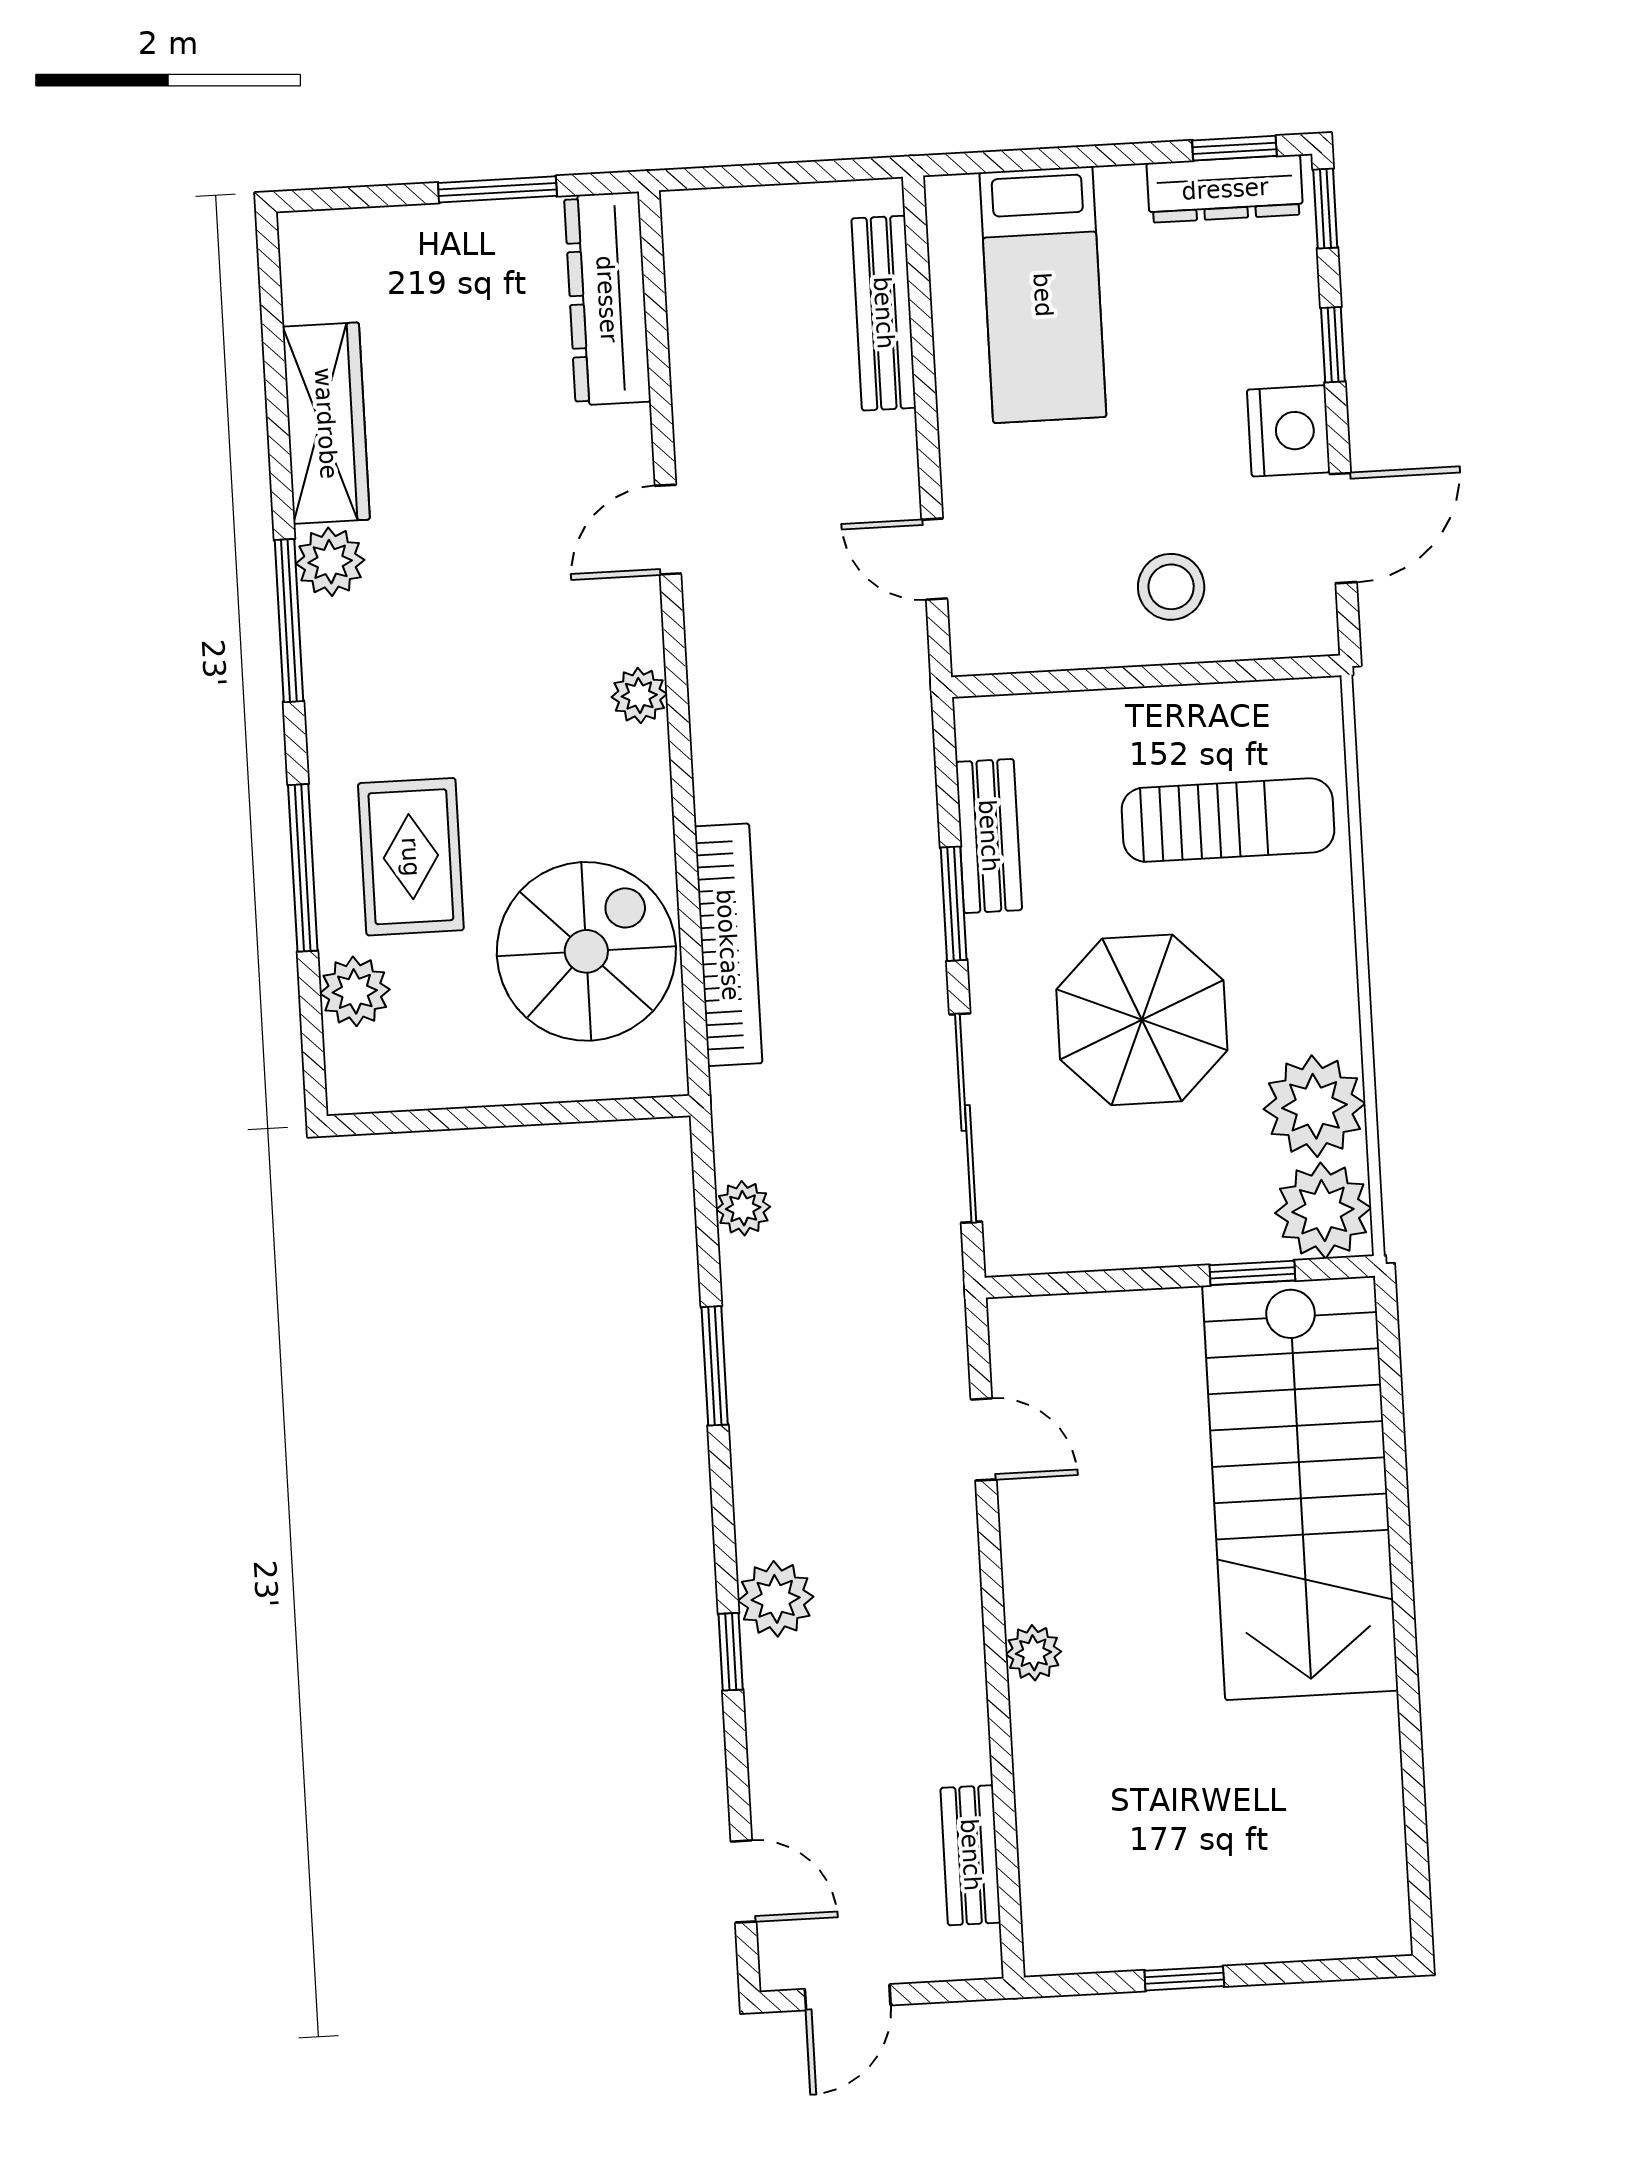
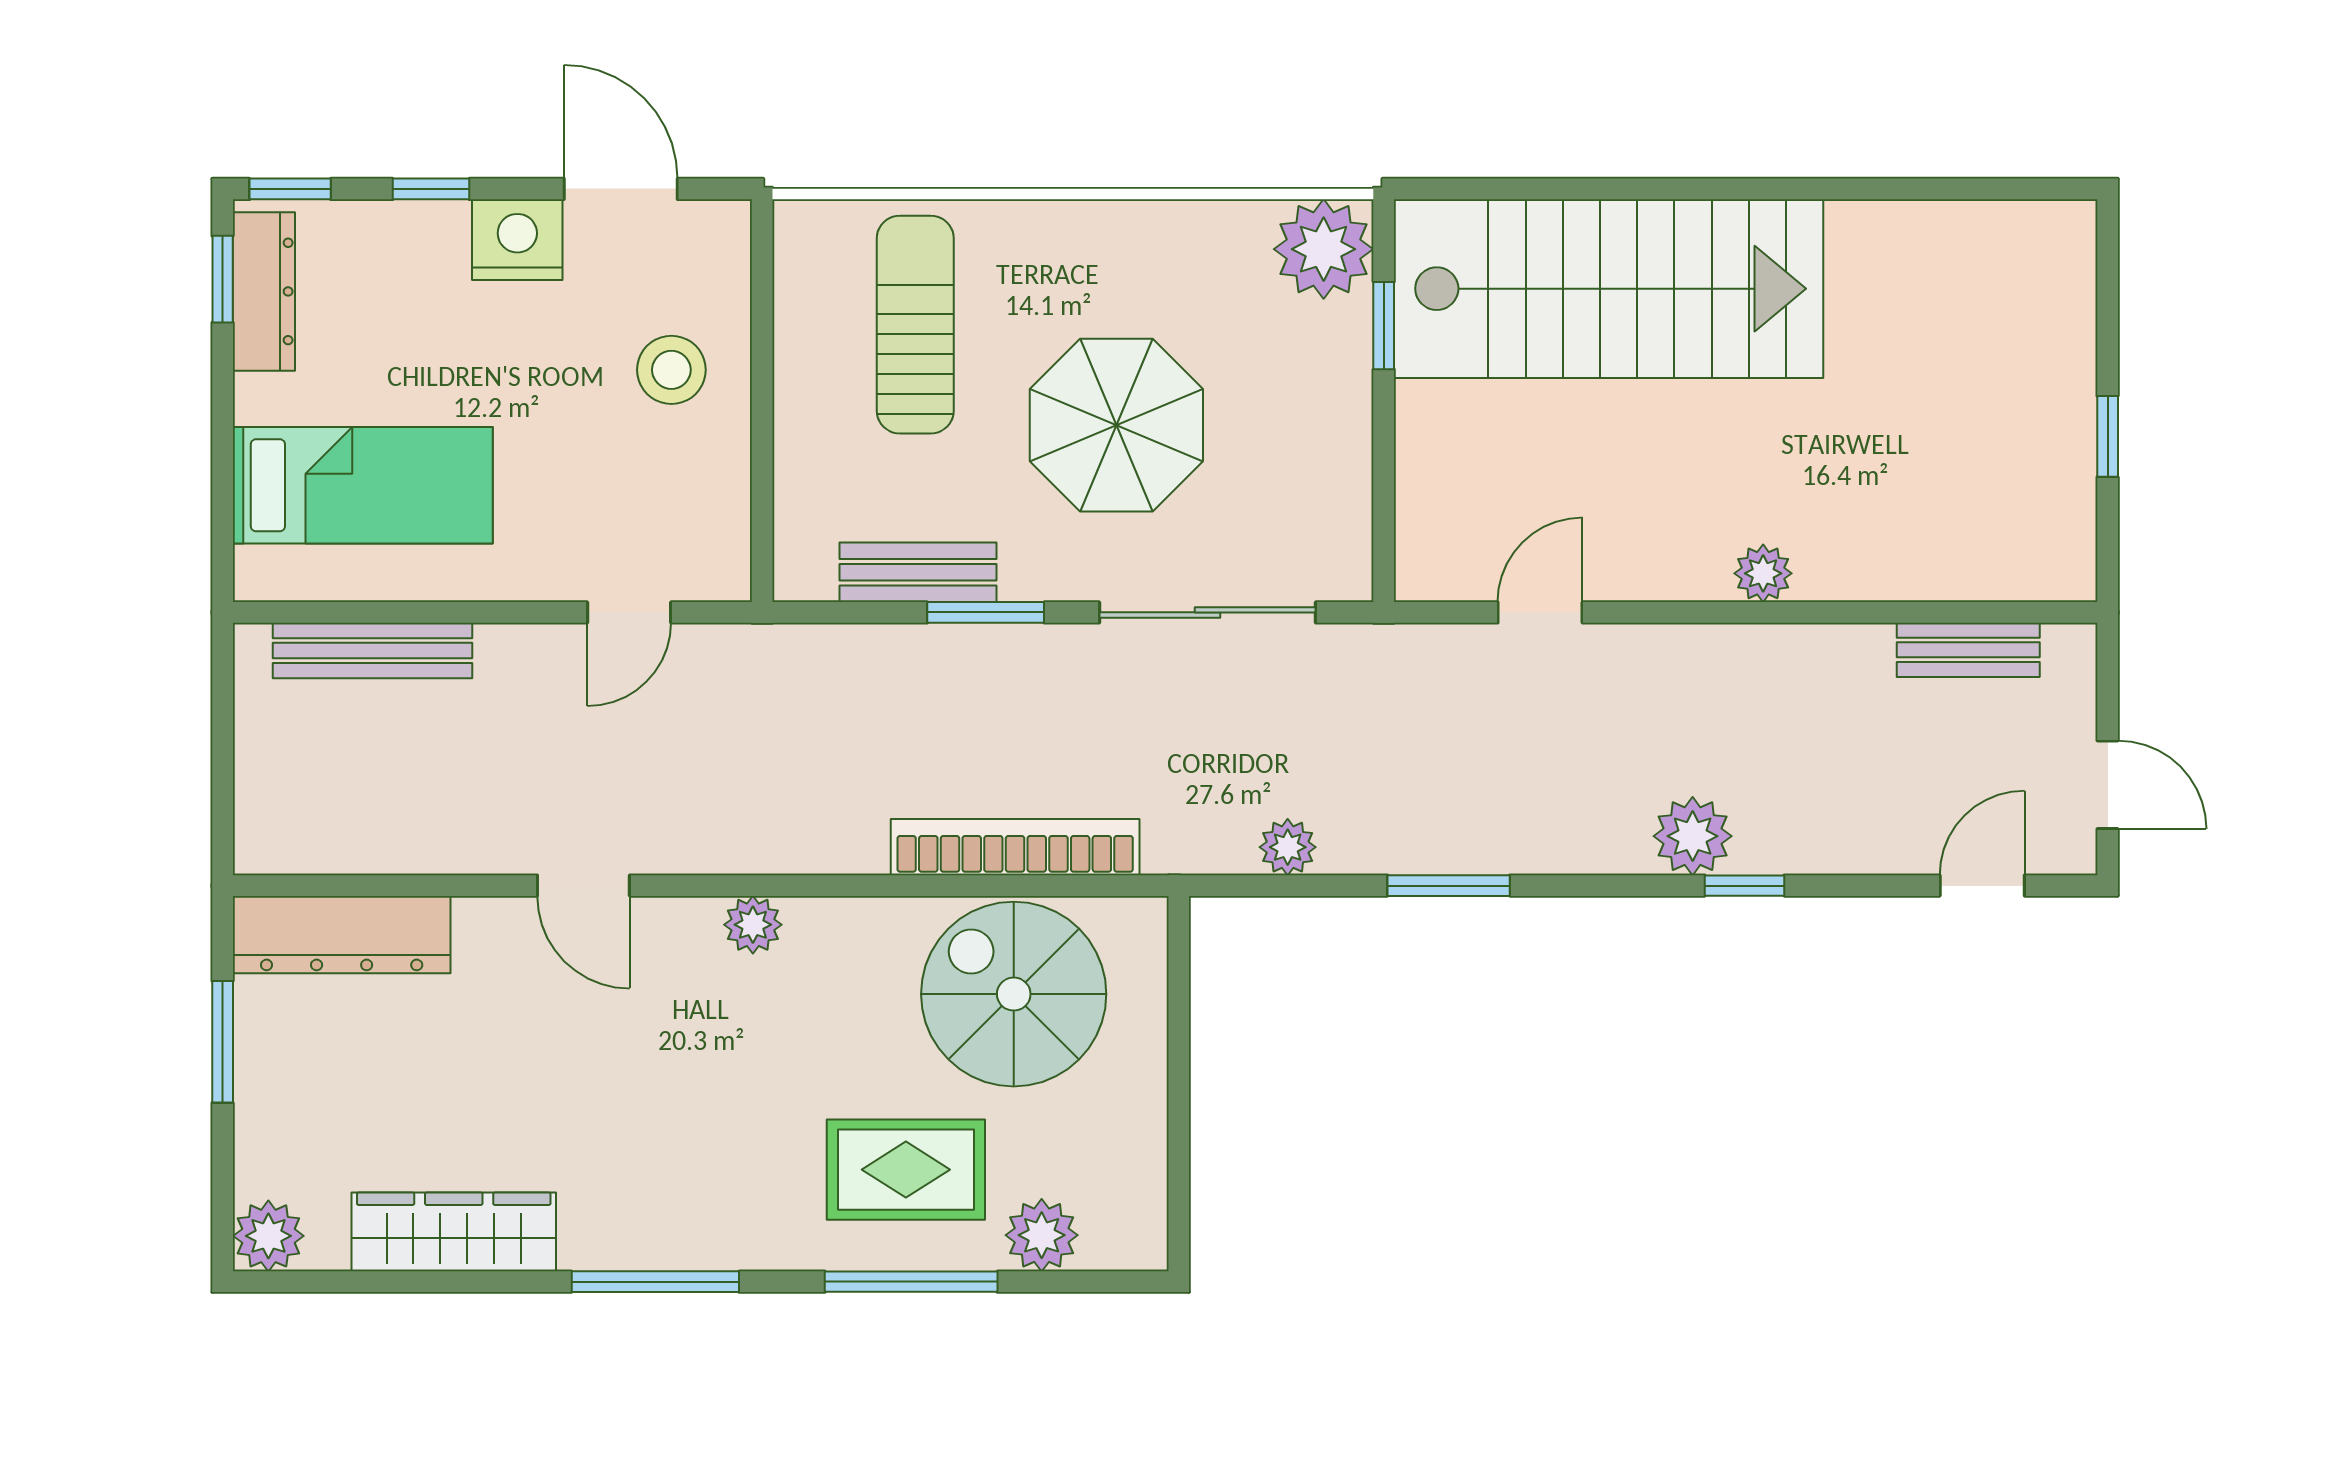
plant: (330, 562) -> (268, 1236), moved
plant: (1314, 1106) -> (1215, 252), removed

